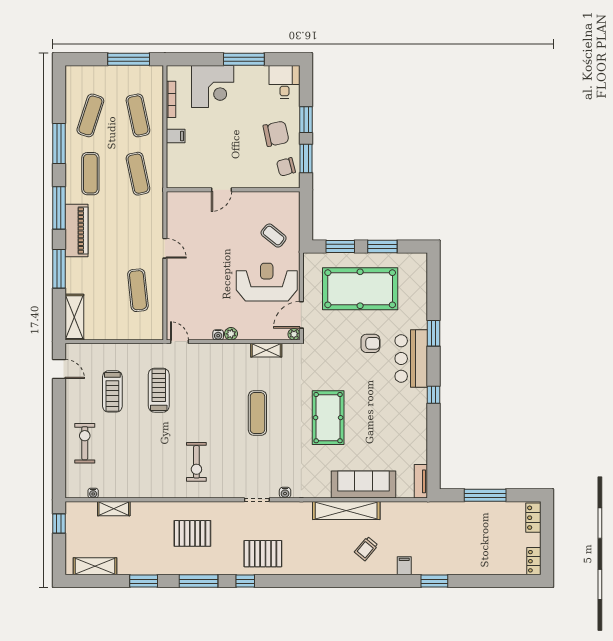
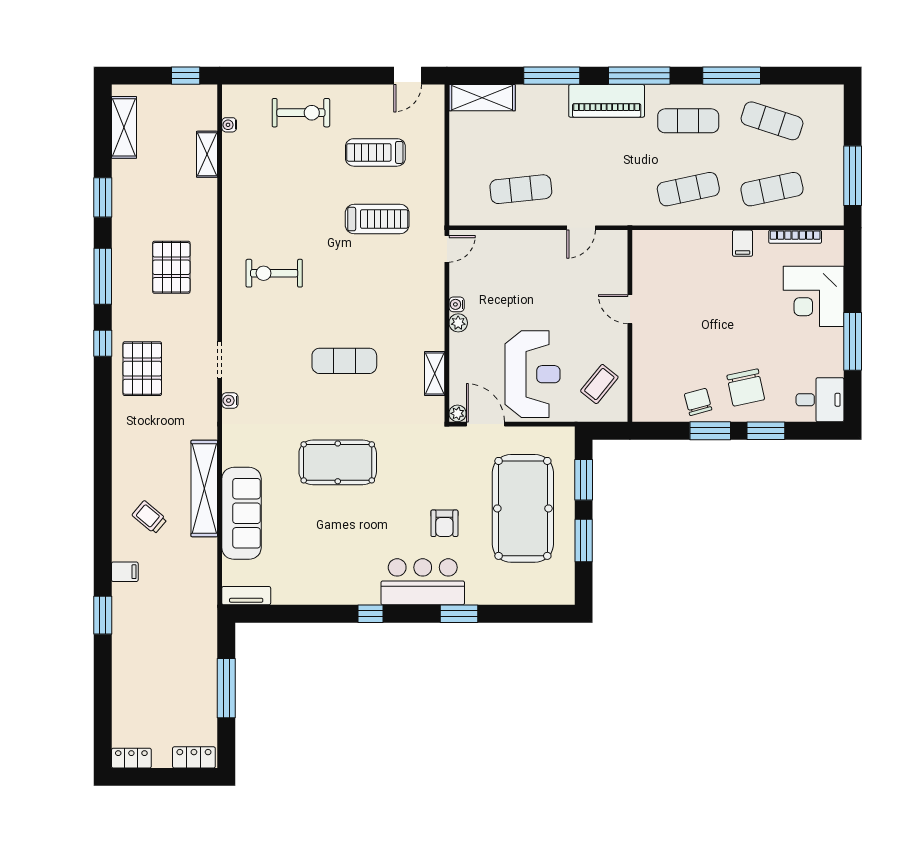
door: (221, 190) -> (630, 309), moved
wall: (233, 190) -> (630, 326), moved

